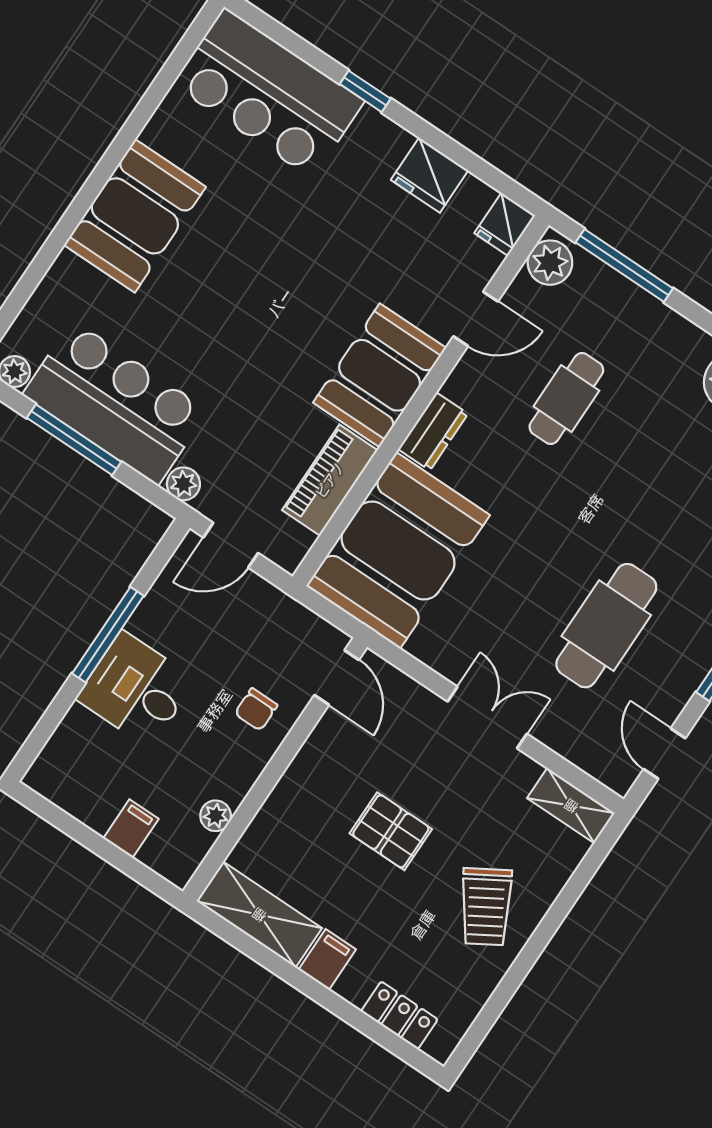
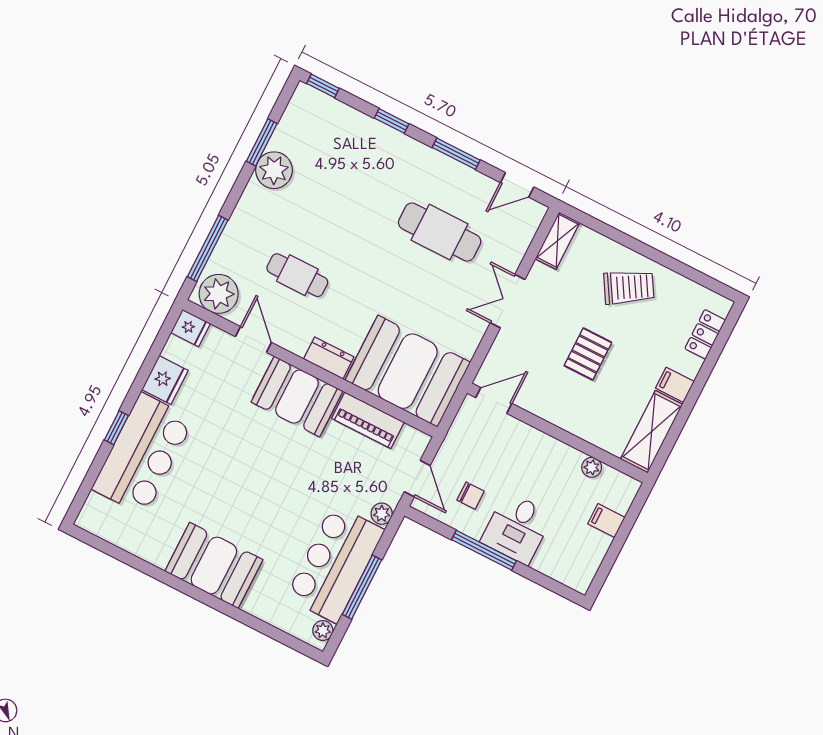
bar counter: (268, 93) -> (143, 454), moved
plant: (550, 263) -> (219, 294), width x1.36, depth x1.36
chair: (256, 709) -> (471, 496), moved

